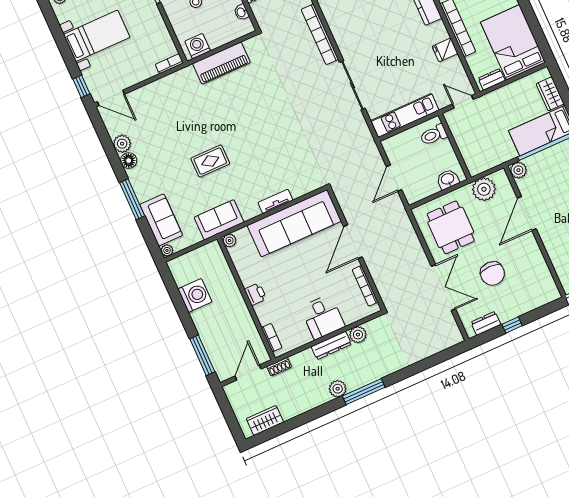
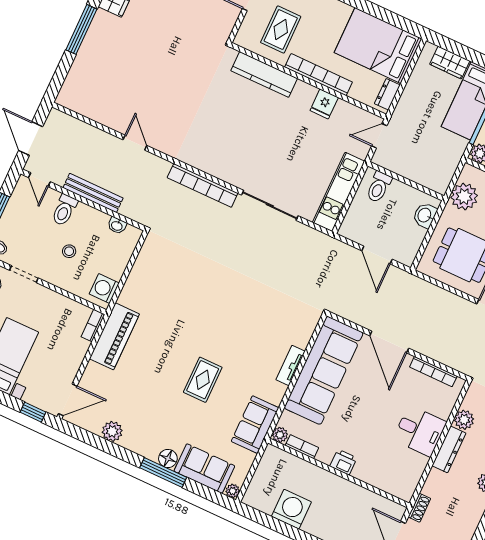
piano: (221, 63) -> (114, 336), moved
floor lamp: (129, 161) -> (168, 458), moved
bookcase: (272, 338) -> (302, 447), moved

